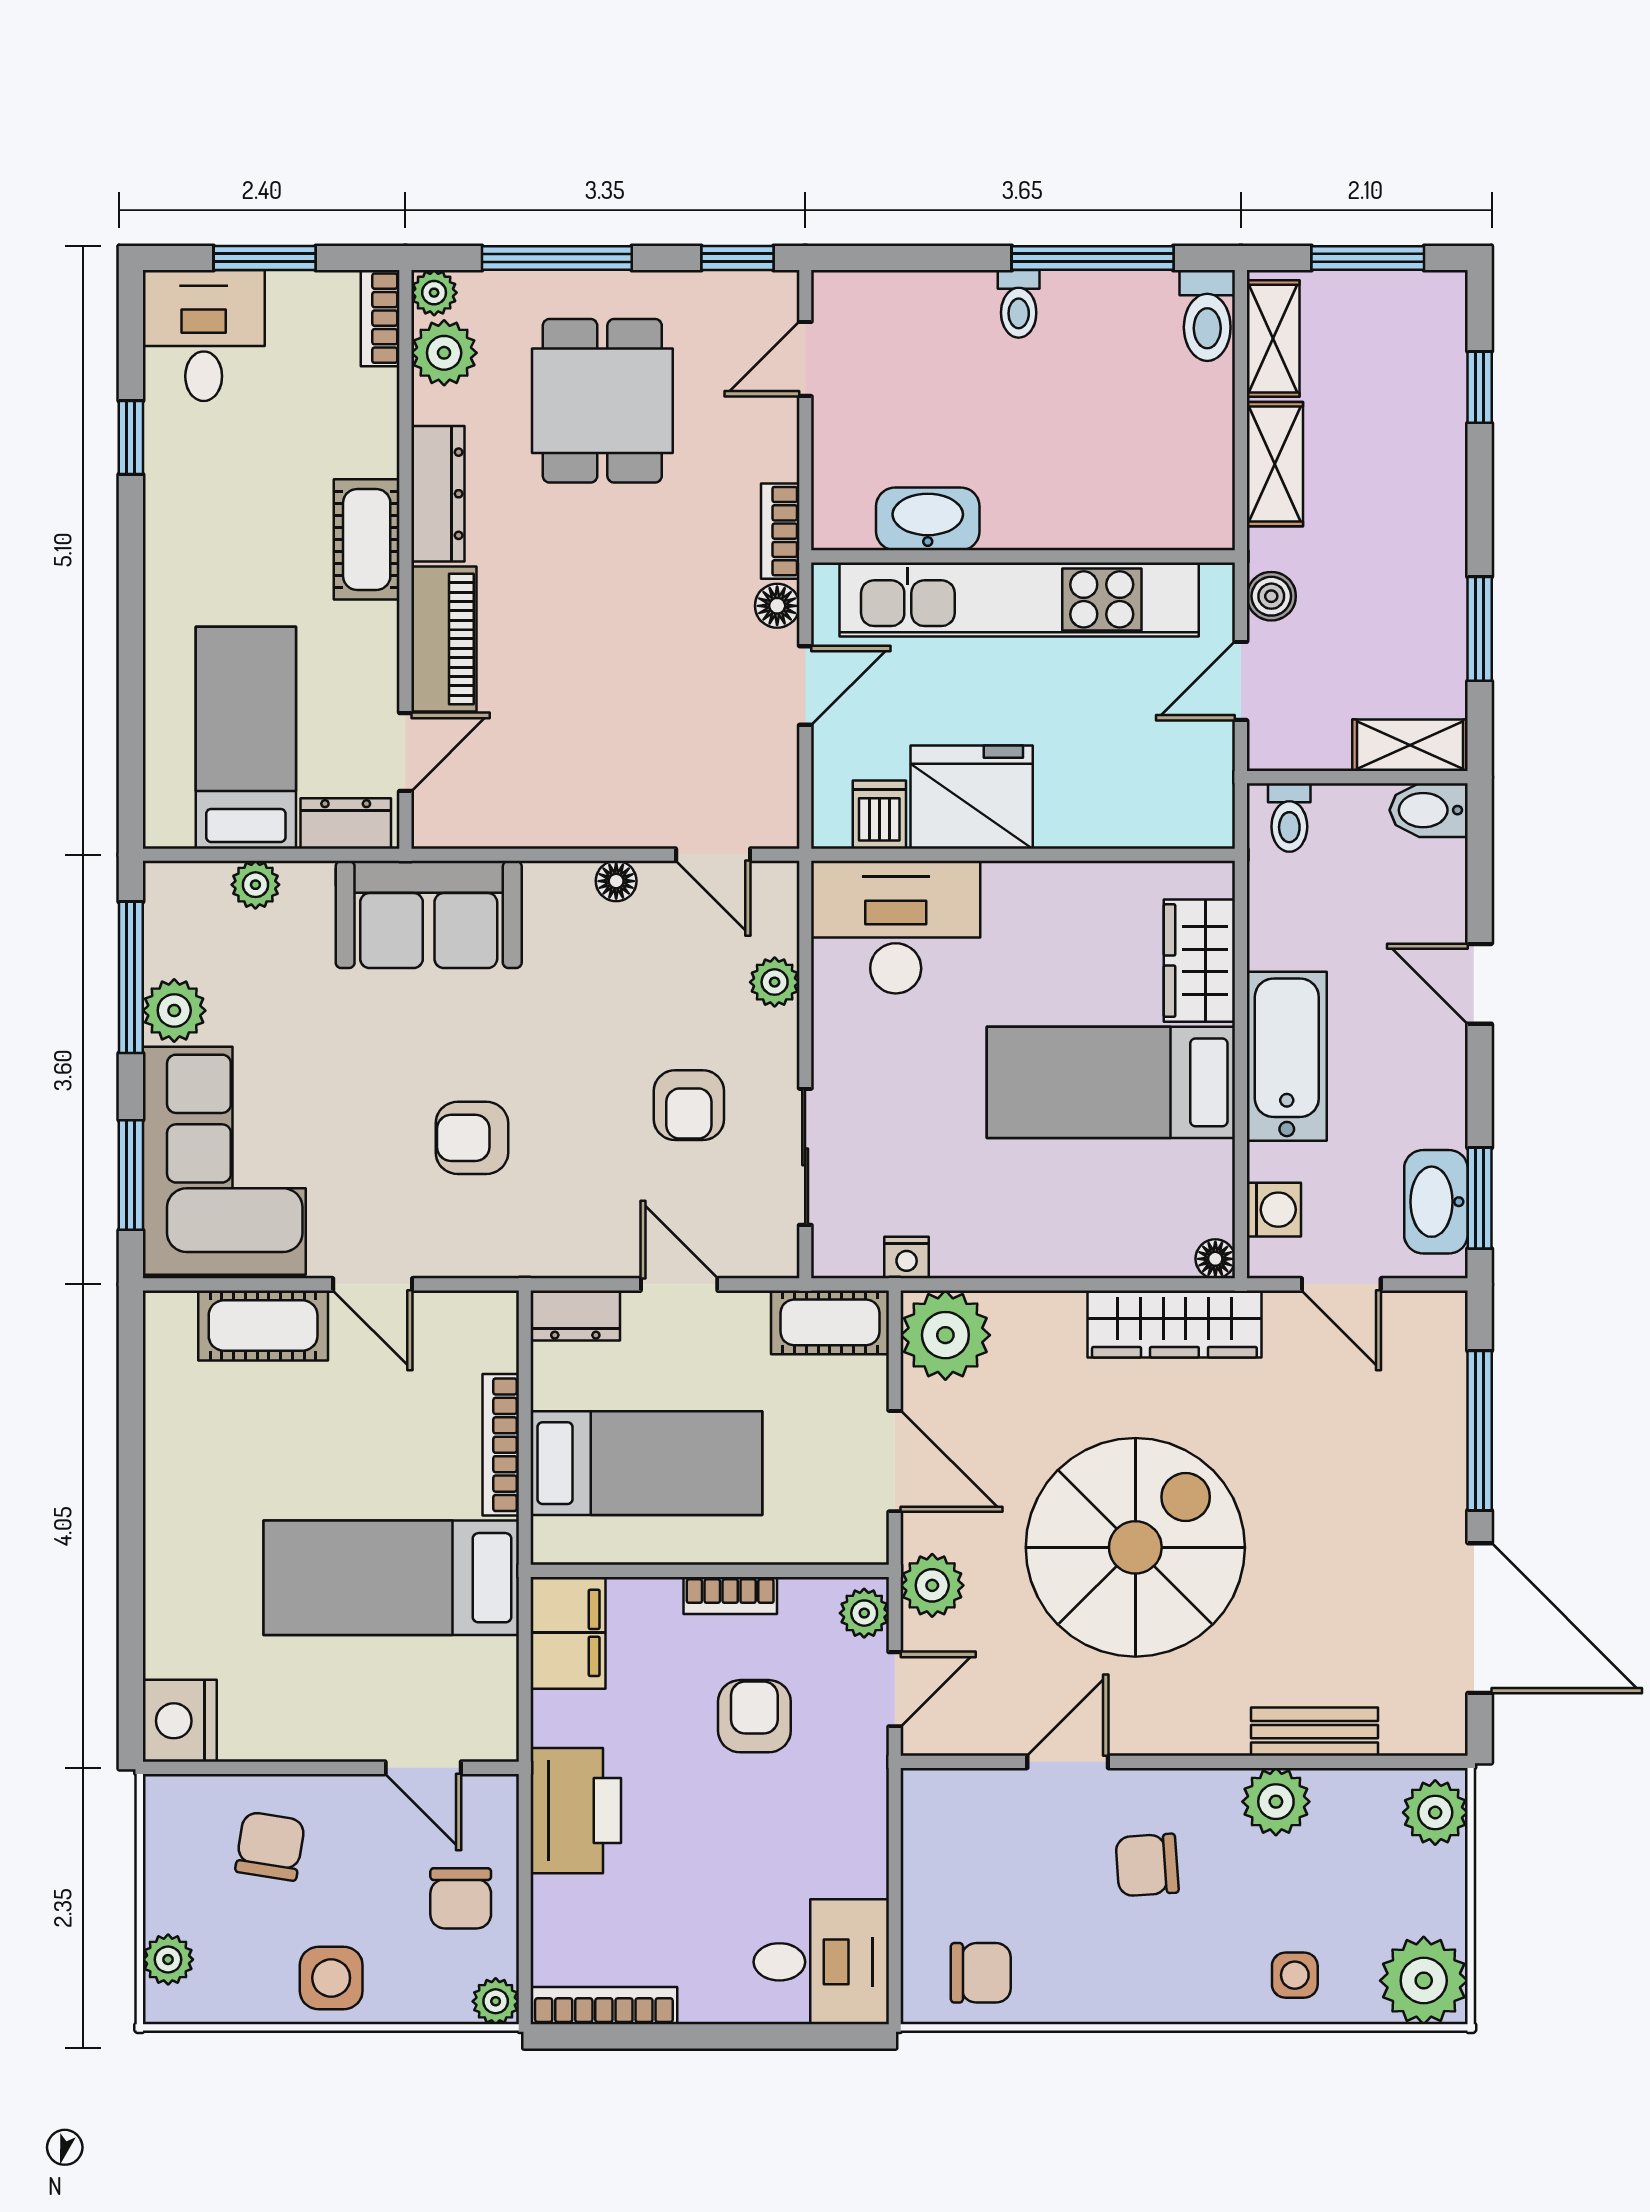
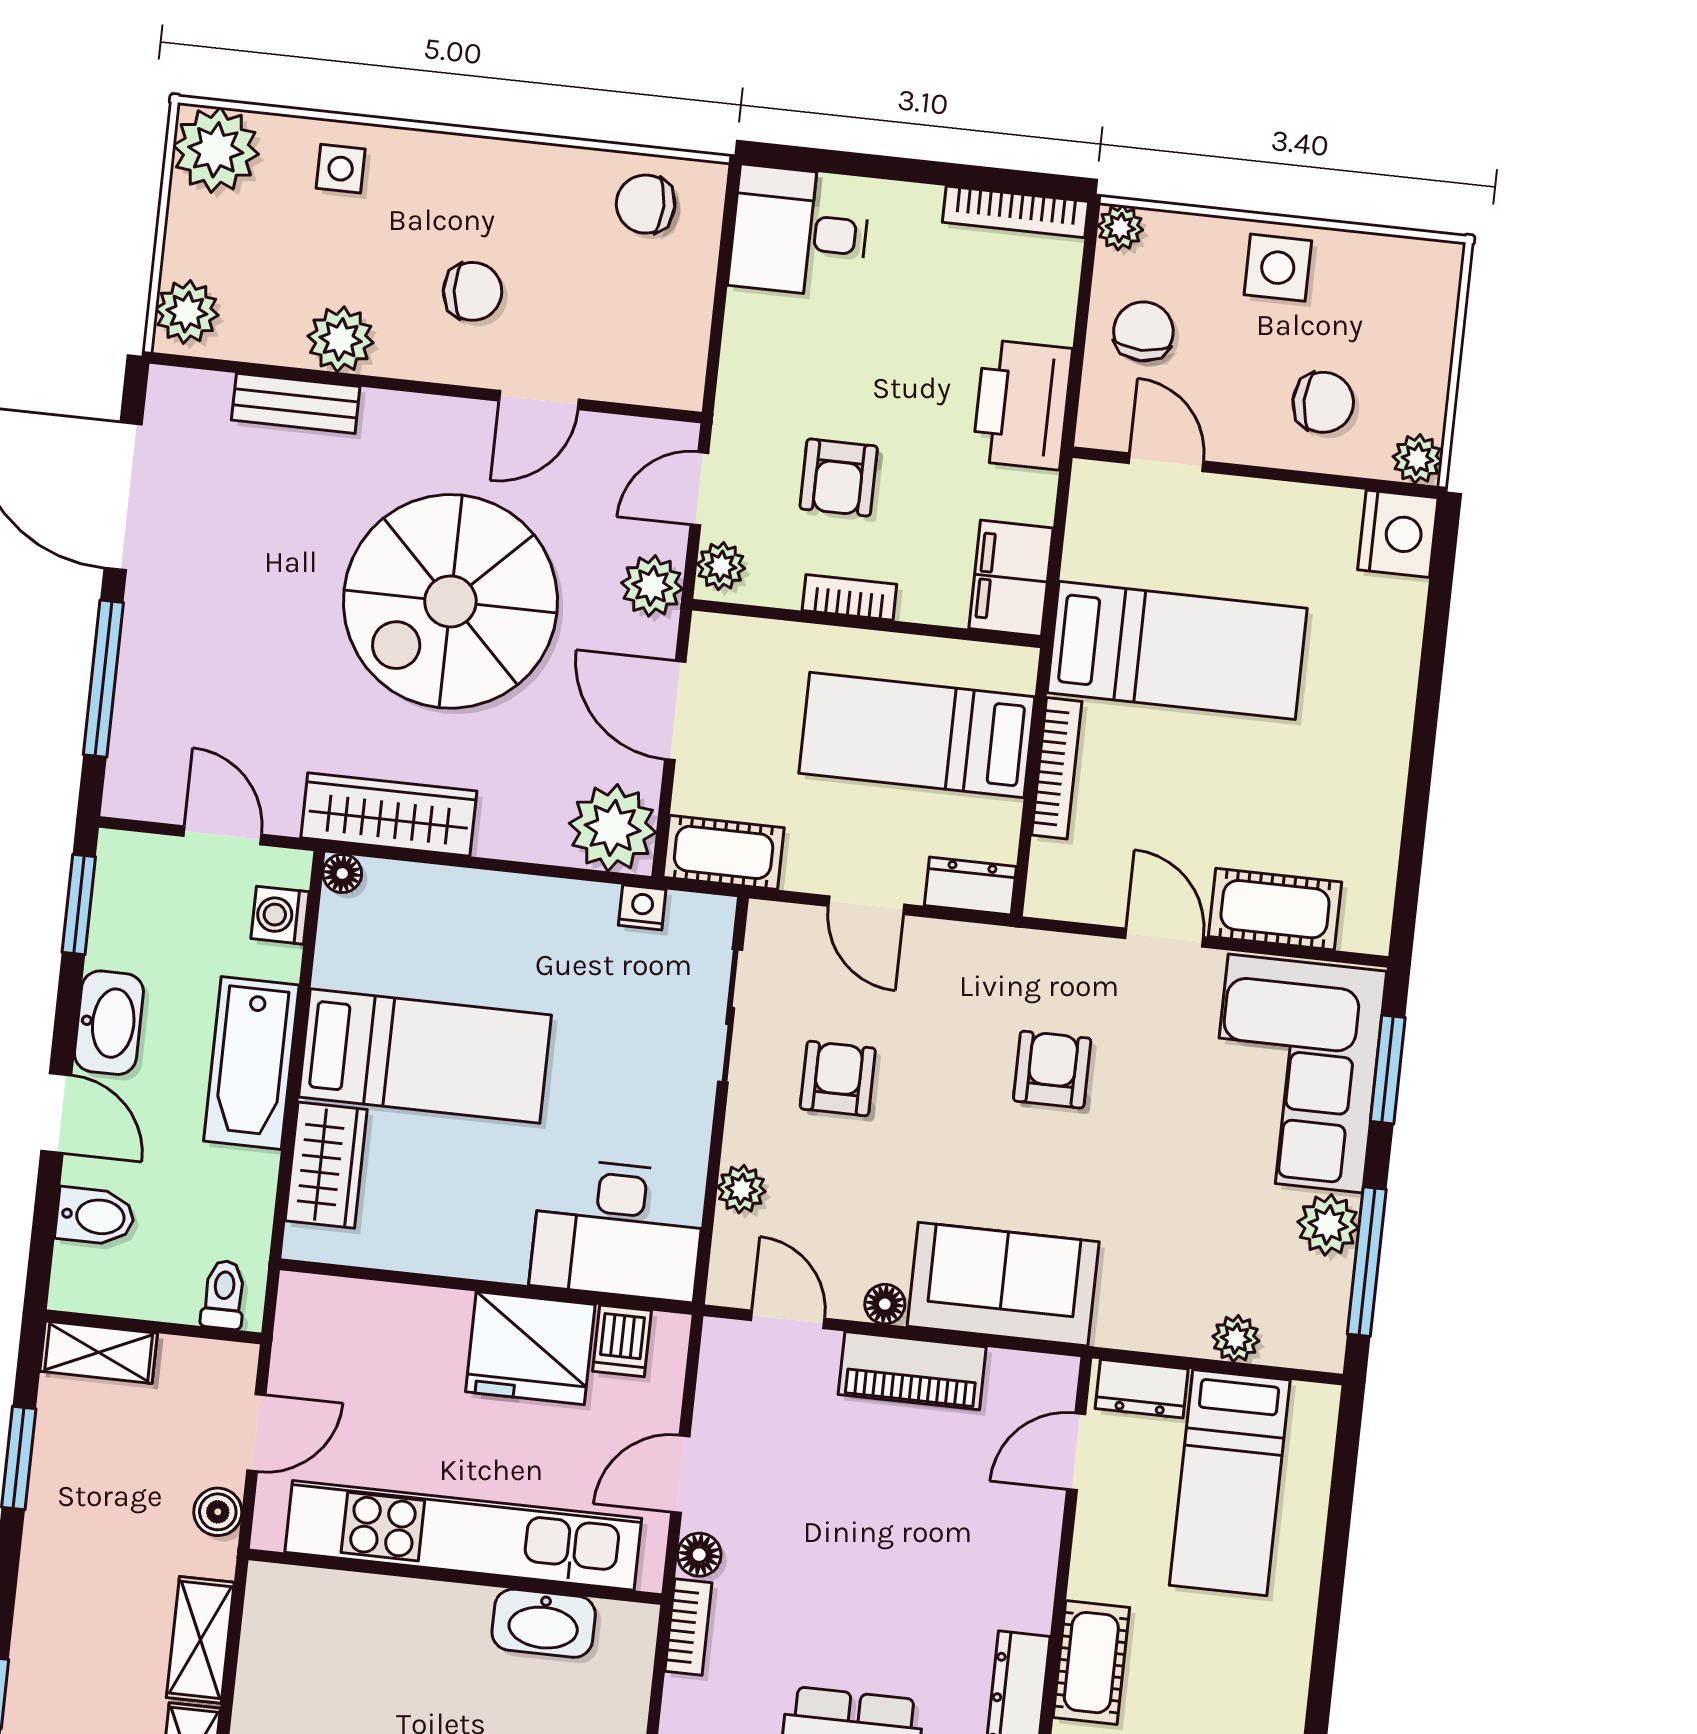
piano: (444, 639) -> (912, 1371), moved, turned -90
bidet: (1429, 810) -> (95, 1216), moved
sofa: (429, 914) -> (1003, 1284), moved
armchair: (472, 1138) -> (1052, 1070), turned -90
washbasin: (1436, 1202) -> (109, 1023), moved
chair: (270, 1846) -> (1323, 402), turned -99
plant: (168, 1960) -> (1417, 459), moved

